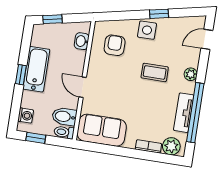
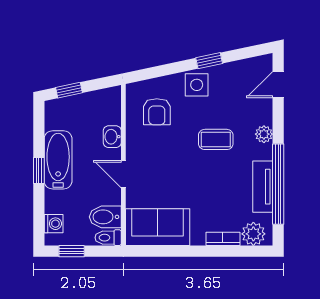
washbasin: (82, 41) -> (112, 137), moved
armchair: (115, 45) -> (157, 112), turned 180

